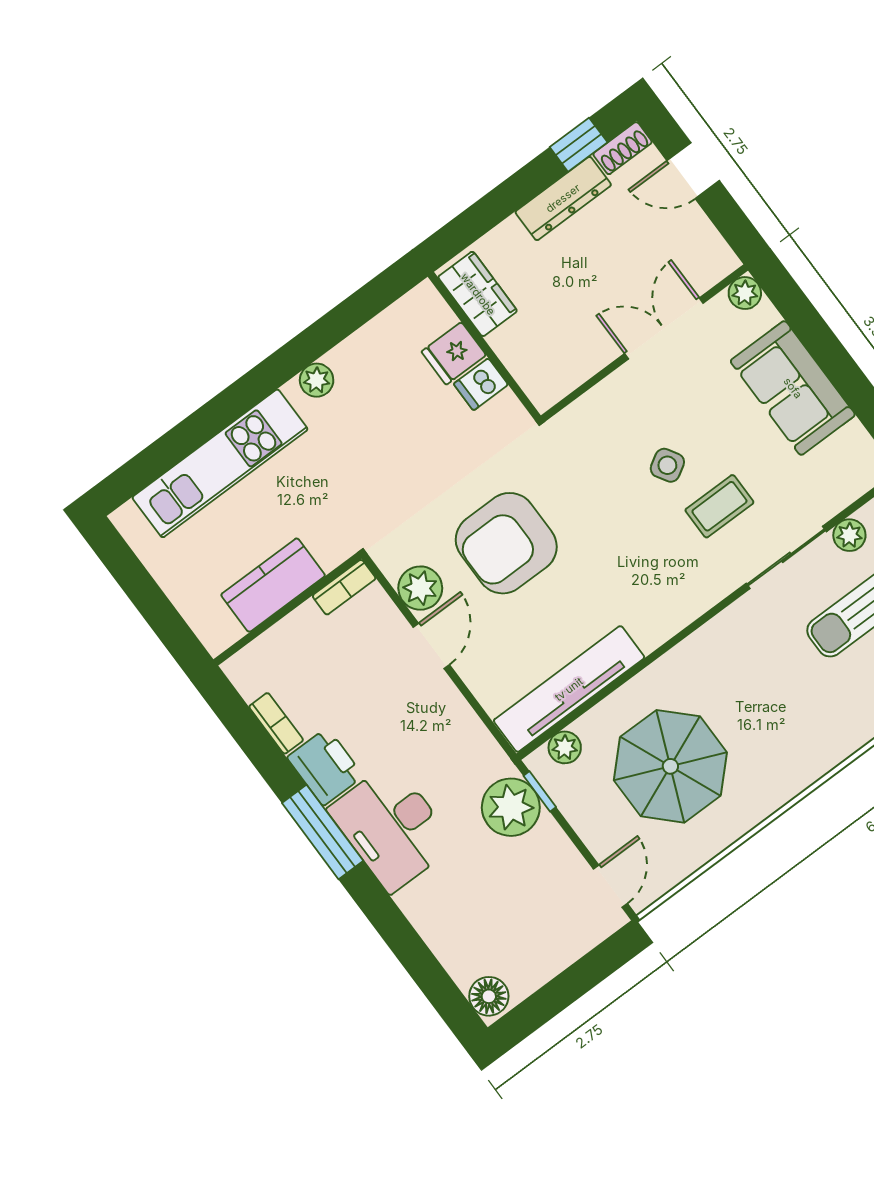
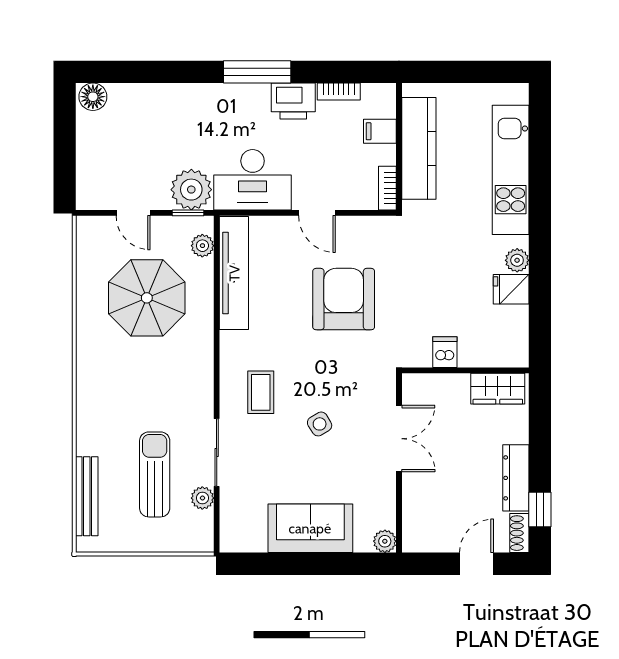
double door: (664, 328) -> (399, 439), moved
fridge: (454, 353) -> (511, 289), moved, turned -90
coffee table: (719, 506) -> (261, 392), moved
kitchen counter: (273, 585) -> (419, 148), width x1.50
plant: (420, 588) -> (355, 231), removed
filing cabinet: (286, 643) -> (380, 131), added
desk: (392, 827) -> (253, 180), moved, turned 180
door: (610, 886) -> (133, 213), moved

